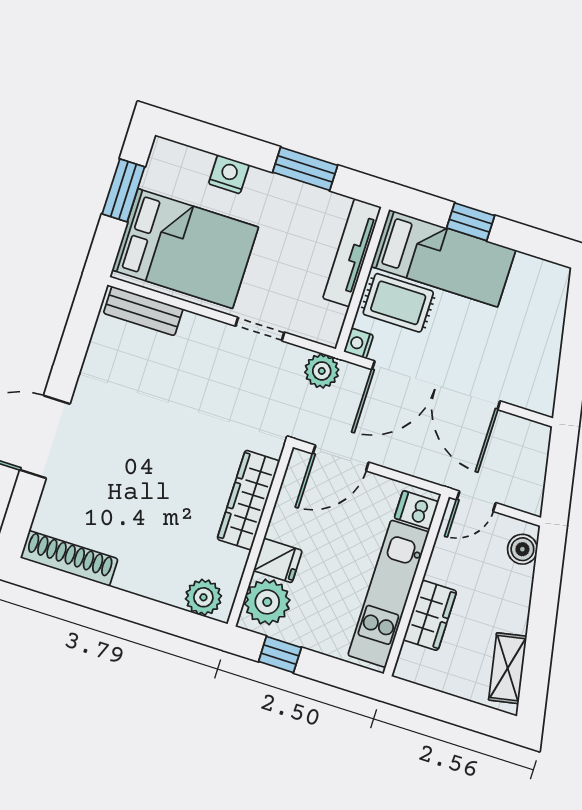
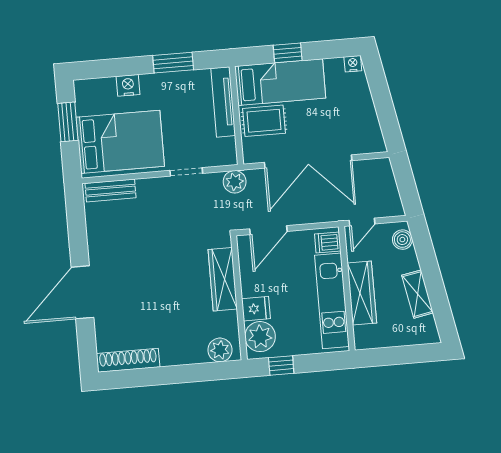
nightstand: (359, 343) -> (353, 64), moved, turned 90
wardrobe: (430, 615) -> (362, 293), width x1.50
shelving: (508, 668) -> (417, 294), moved

